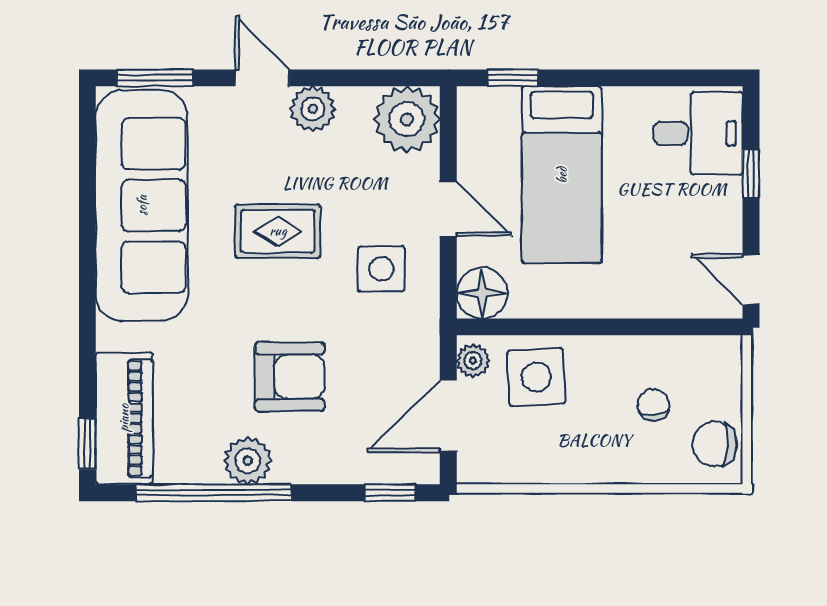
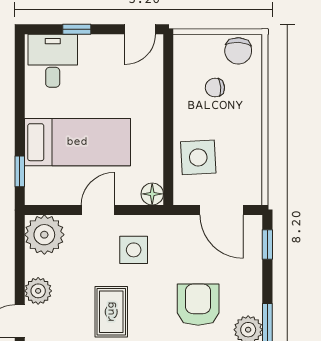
floor lamp: (482, 293) -> (152, 194), width x0.73, depth x0.73
plant: (473, 361) -> (188, 195), removed

